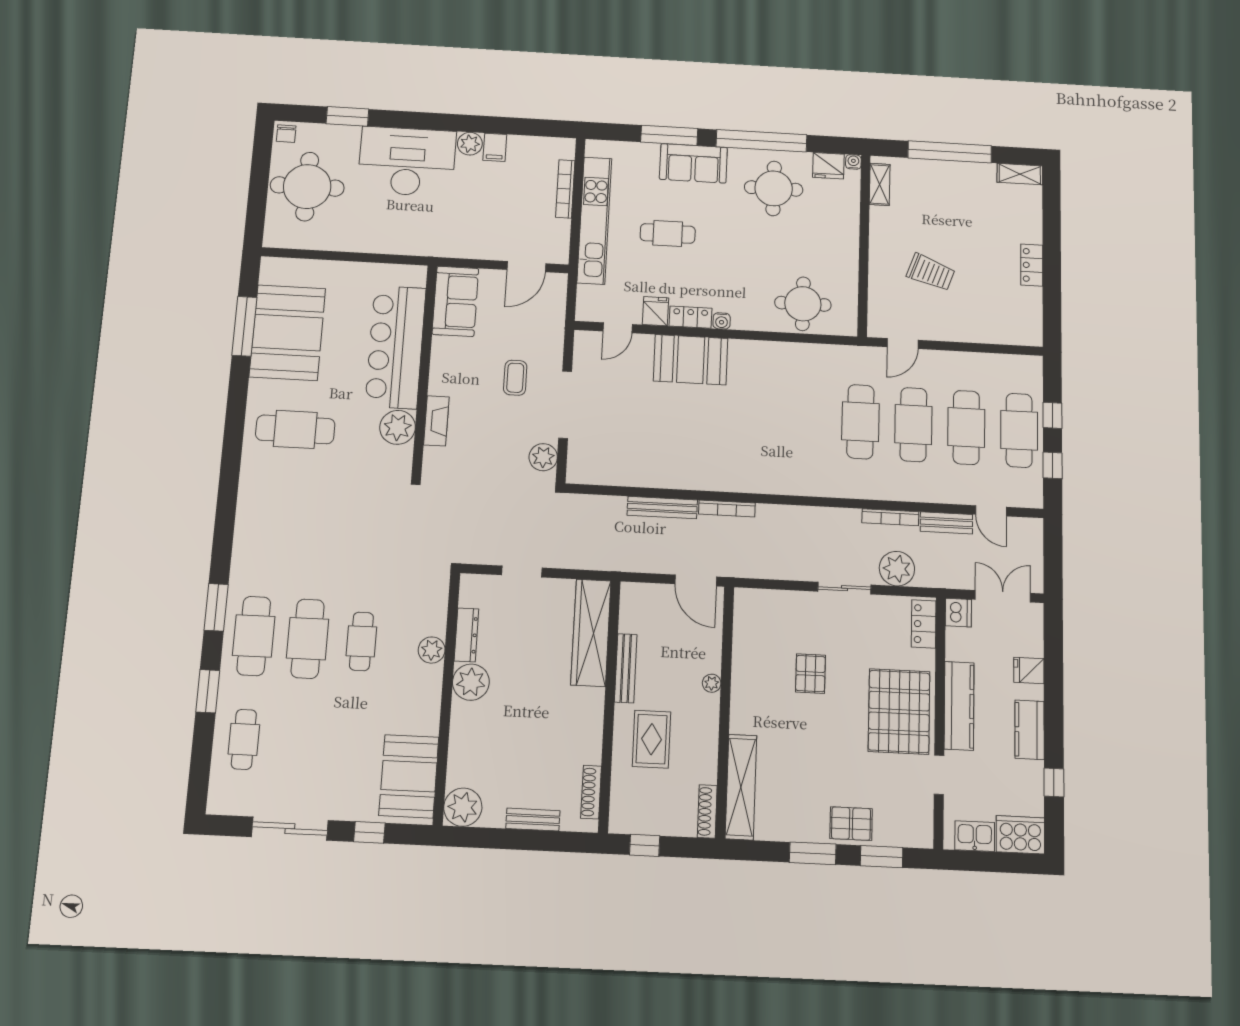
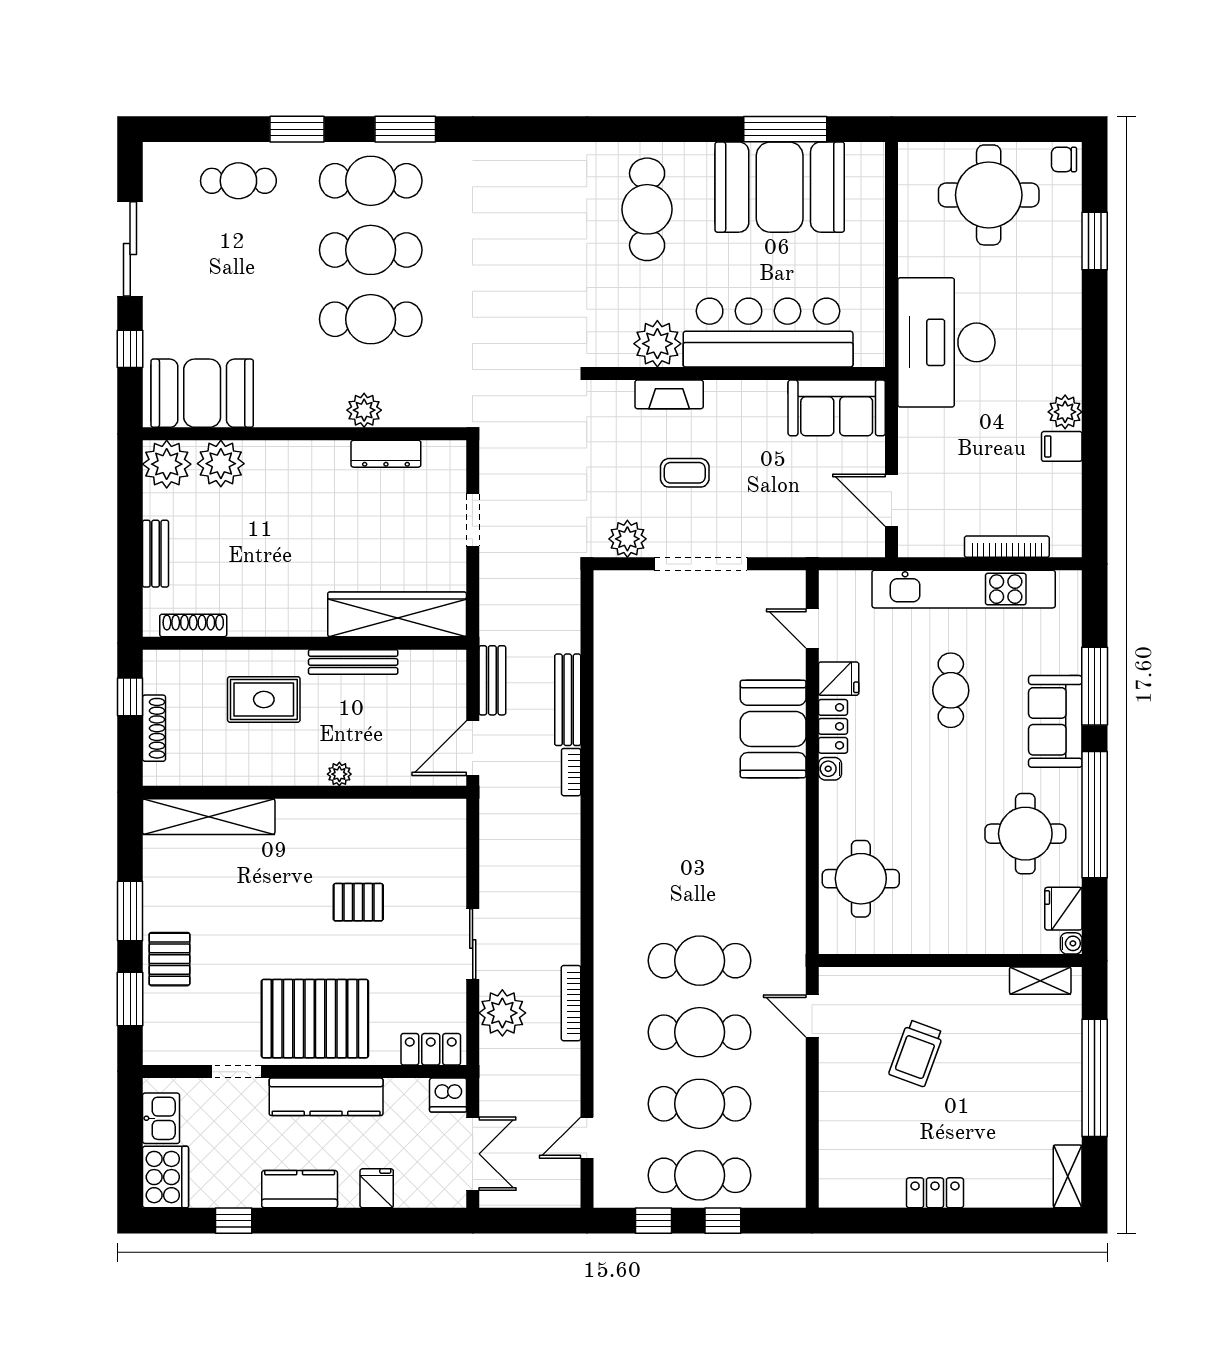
desk: (407, 162) -> (946, 342), moved, turned 180
coffee table: (515, 378) -> (685, 473), moved
bookcase: (727, 508) -> (571, 772), width x0.64
bench: (946, 523) -> (492, 680), moved
cafe table: (361, 641) -> (371, 319), width x1.37, depth x1.35
plant: (471, 682) -> (221, 464), moved
shoe rack: (707, 811) -> (154, 728), moved, turned 90

